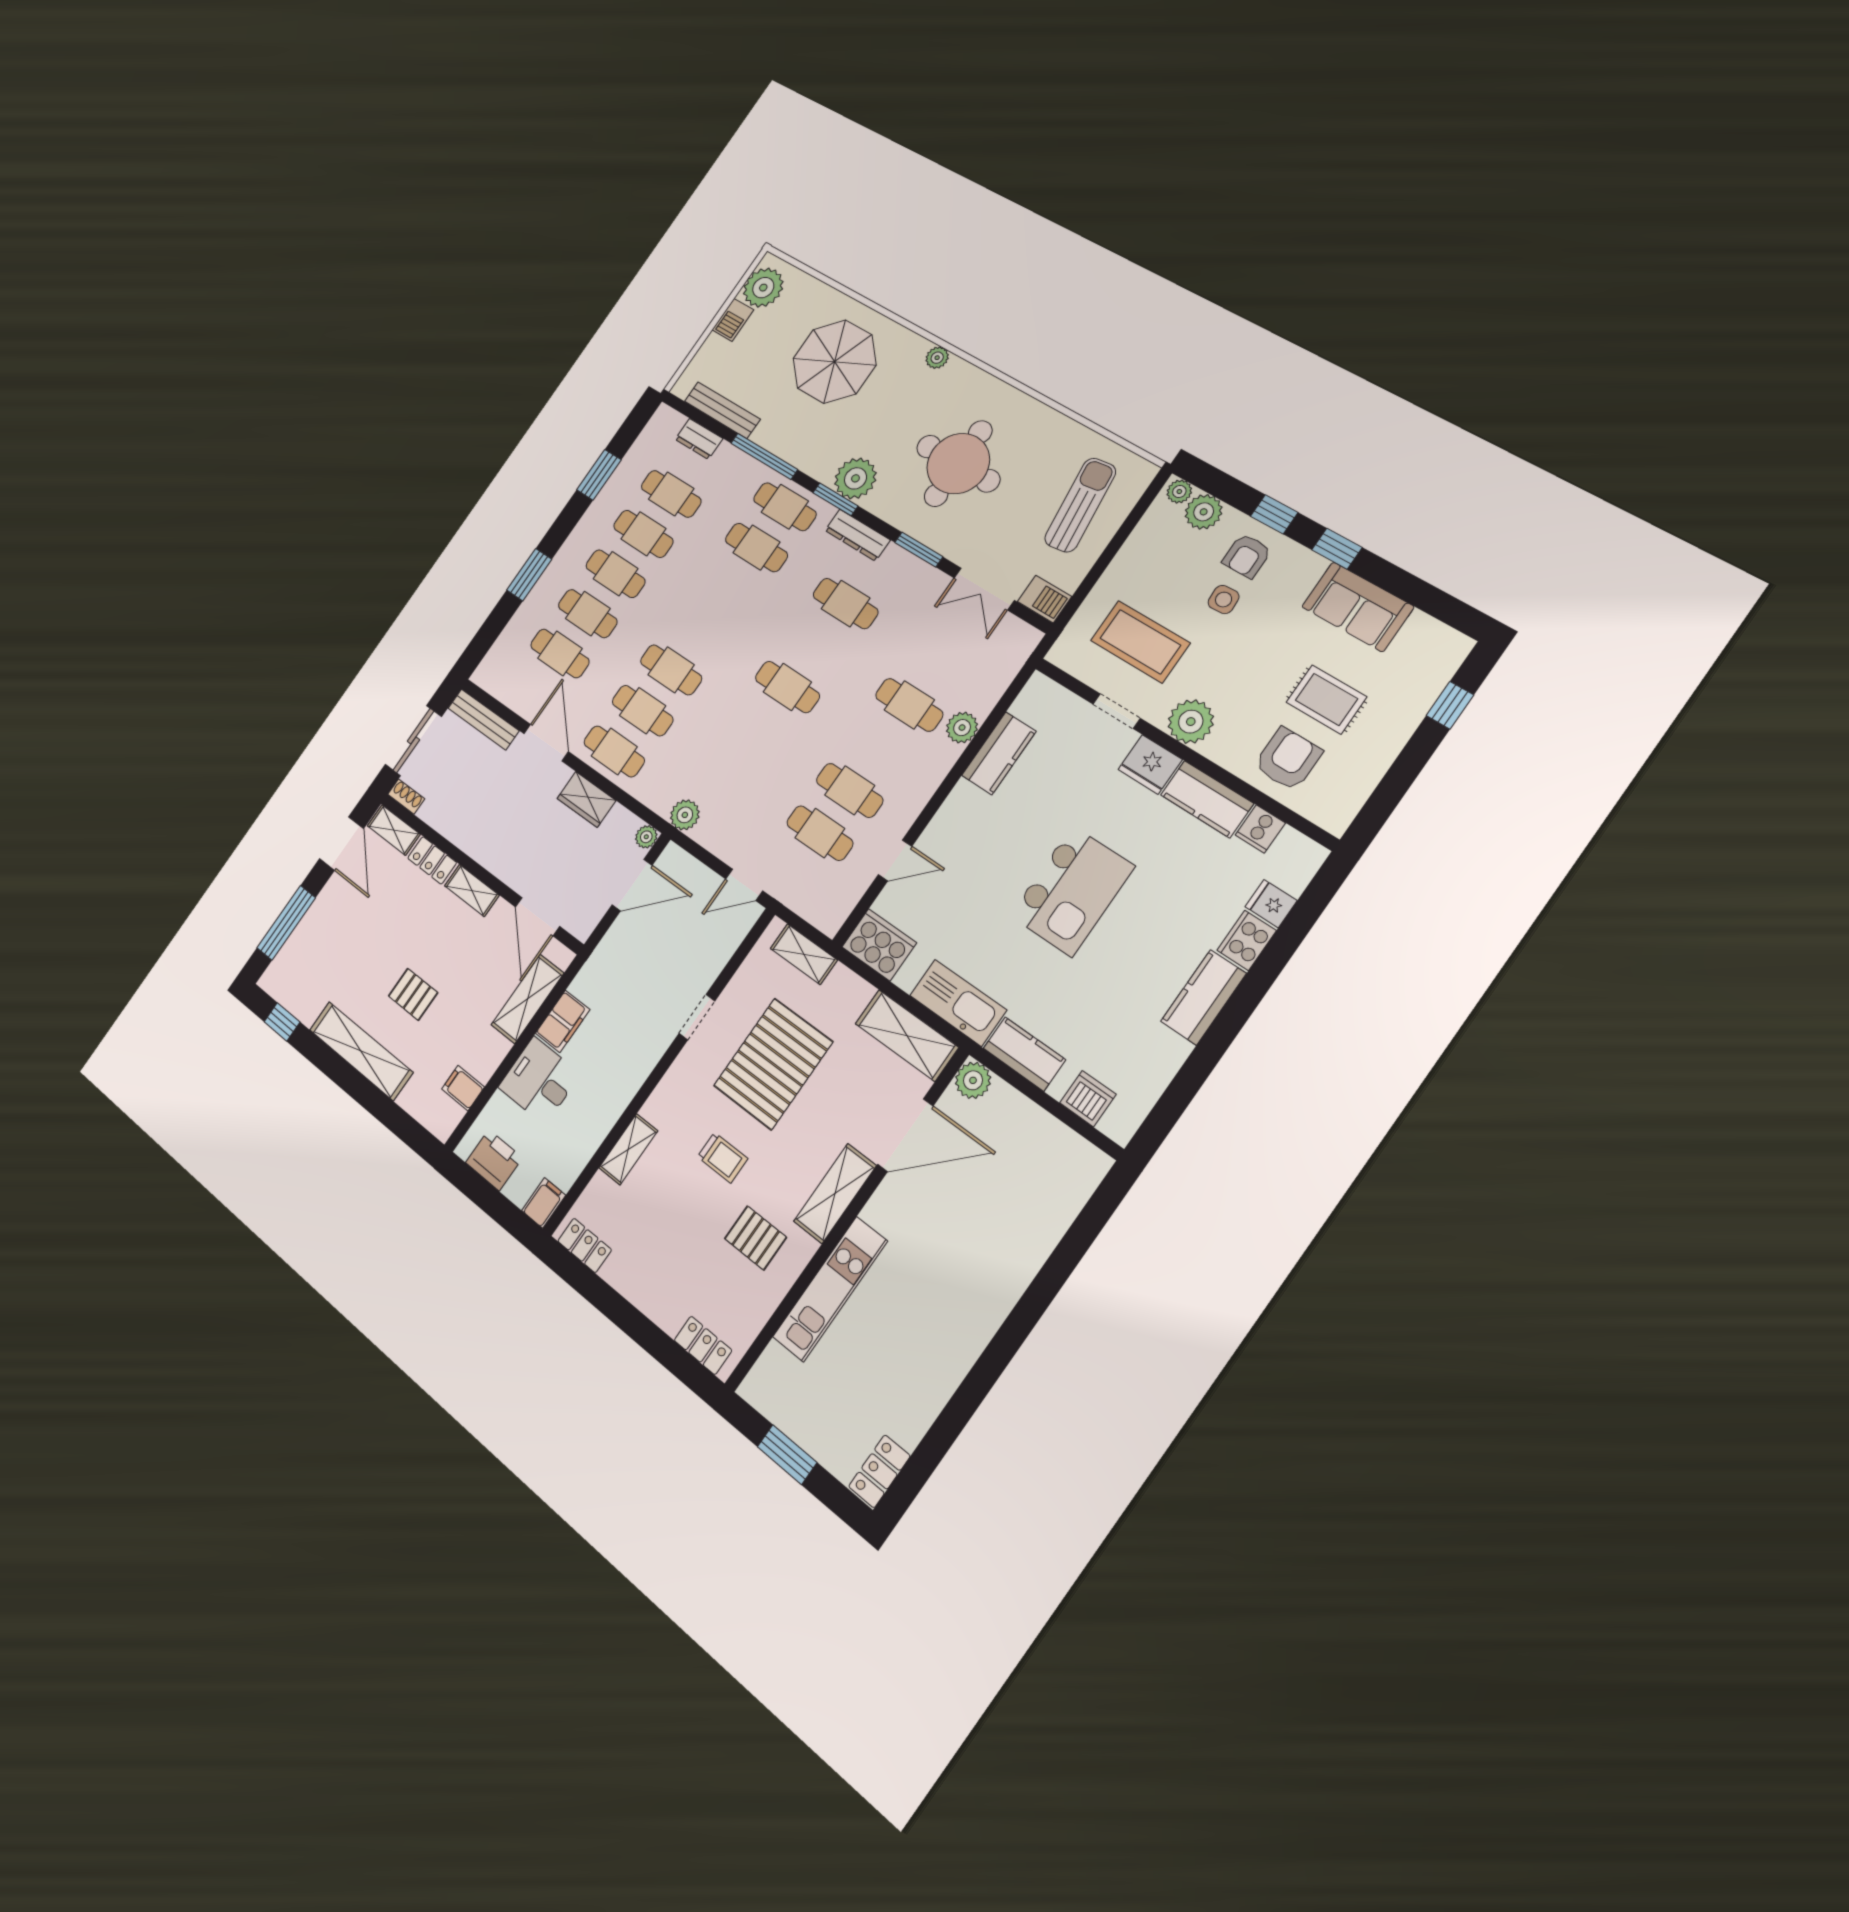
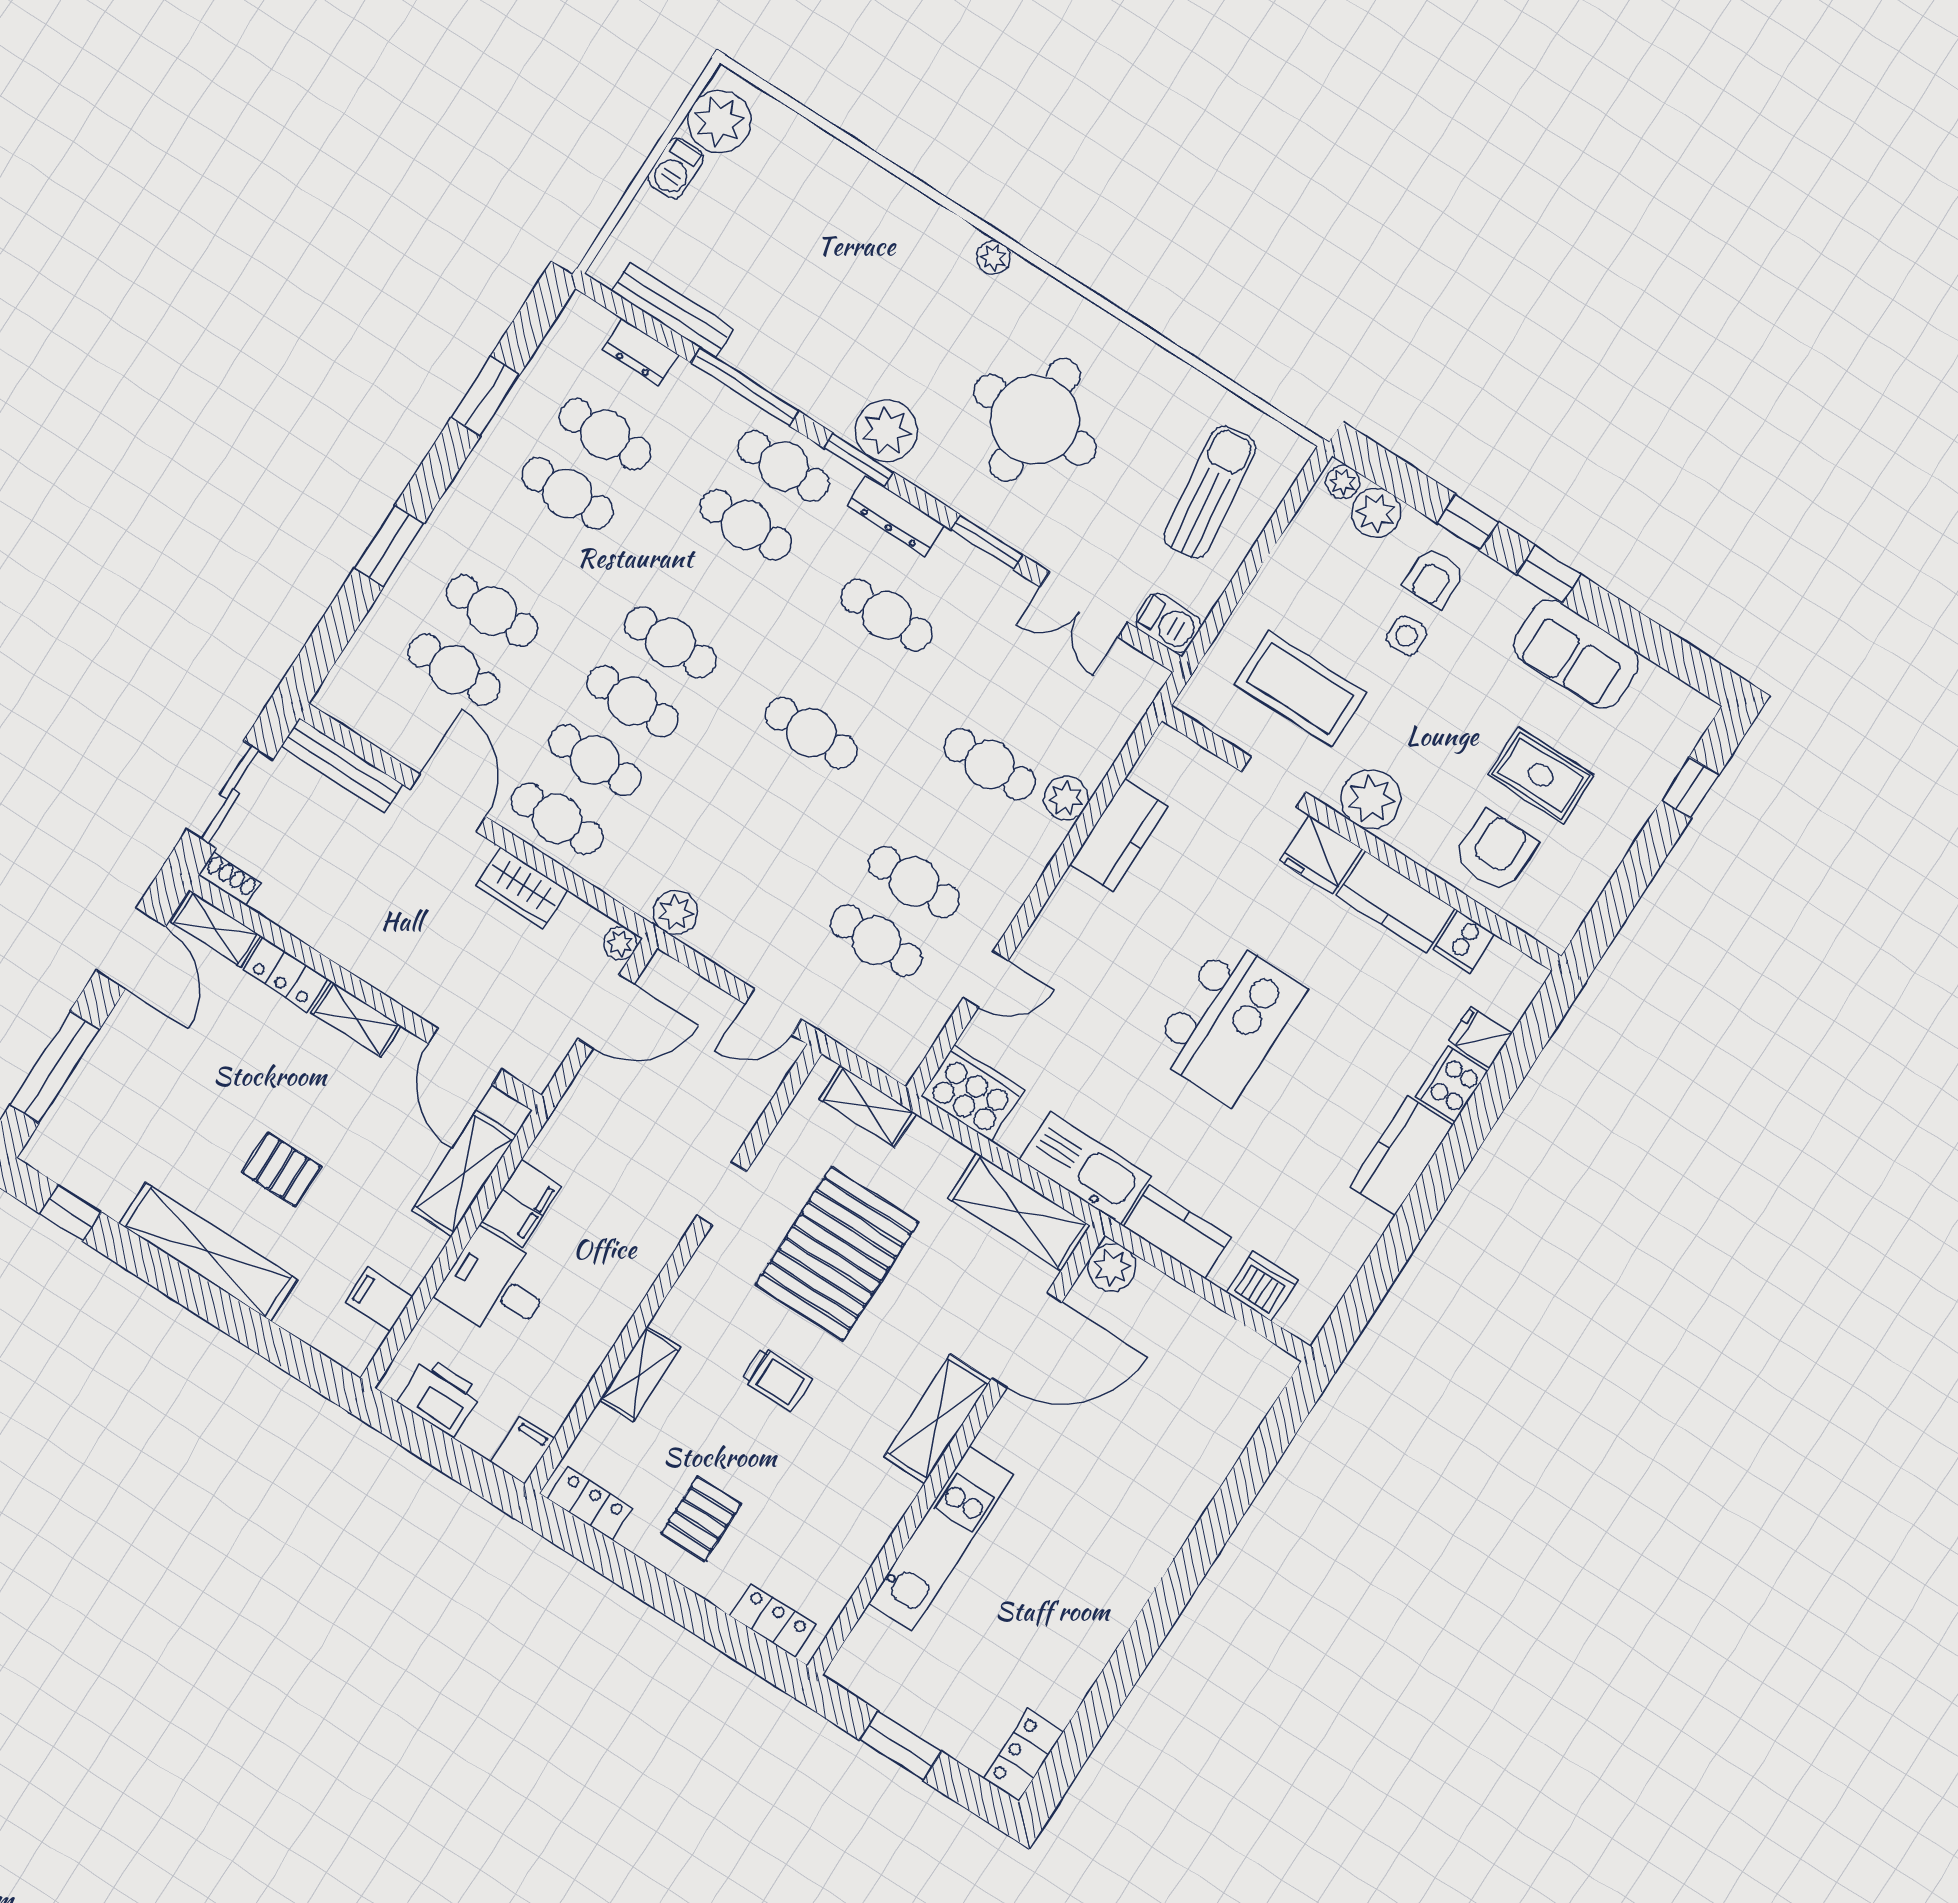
parasol: (835, 362) -> (840, 250), removed
cafe table: (616, 574) -> (670, 642), moved
pallet: (756, 1238) -> (701, 1519), moved, turned 90

